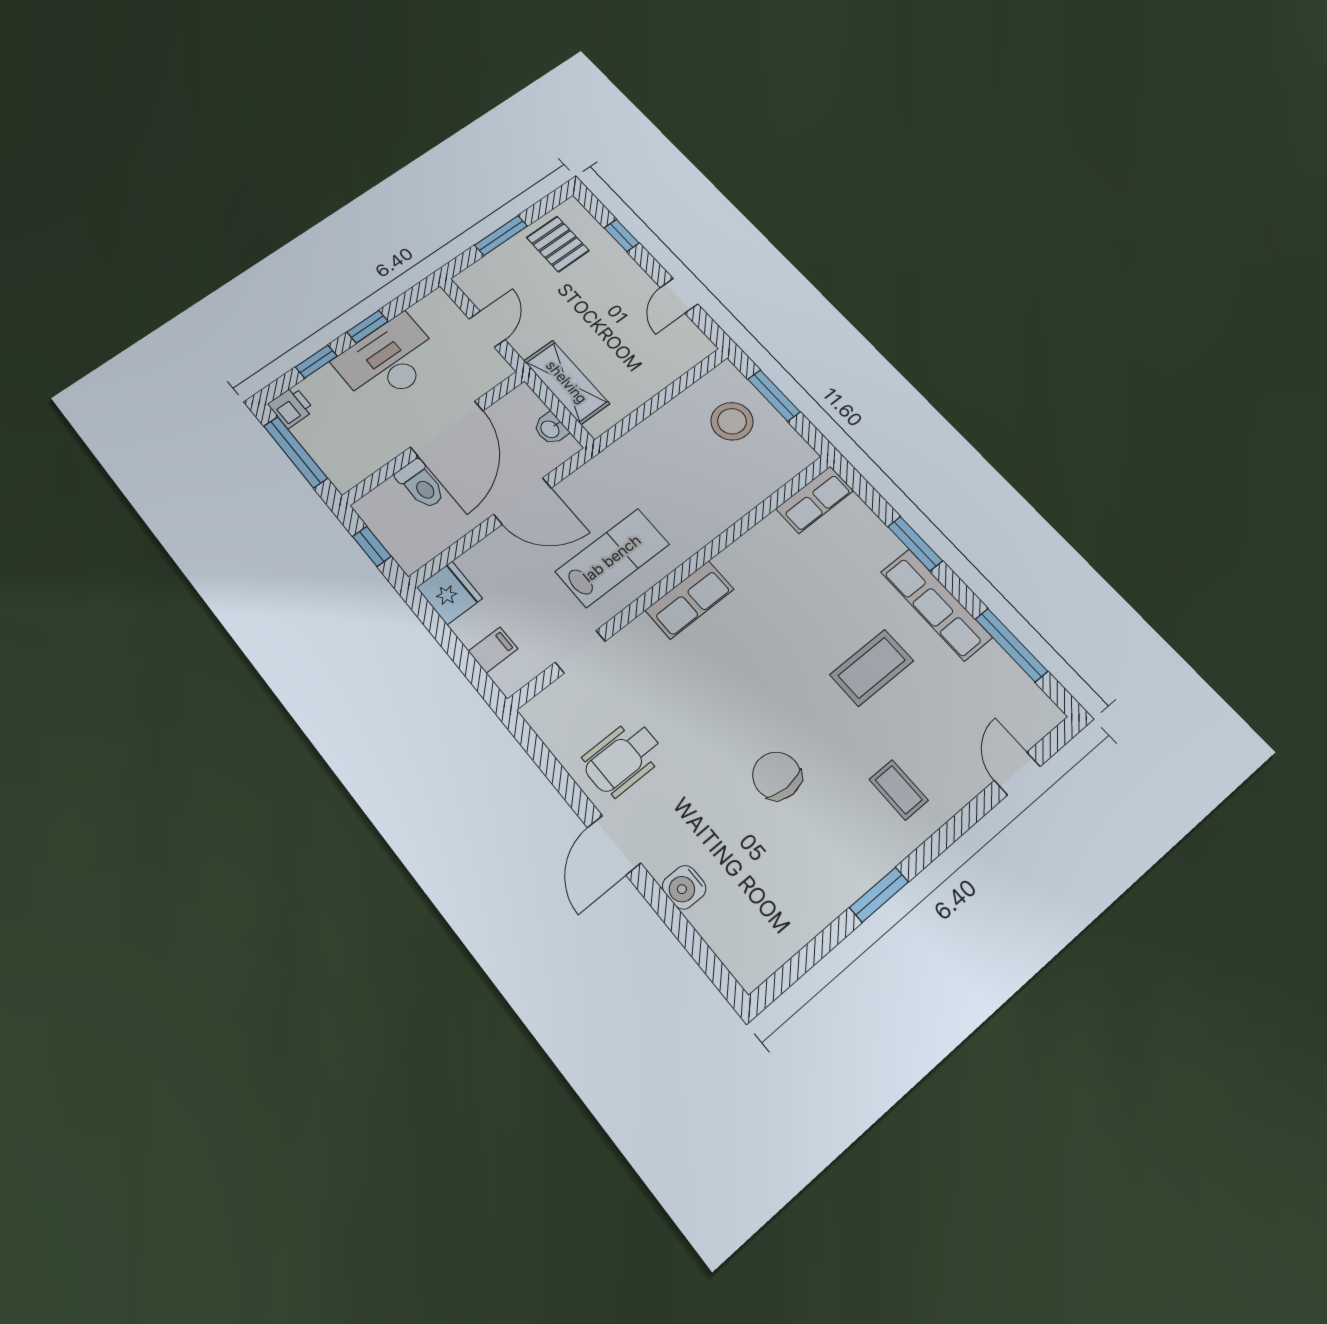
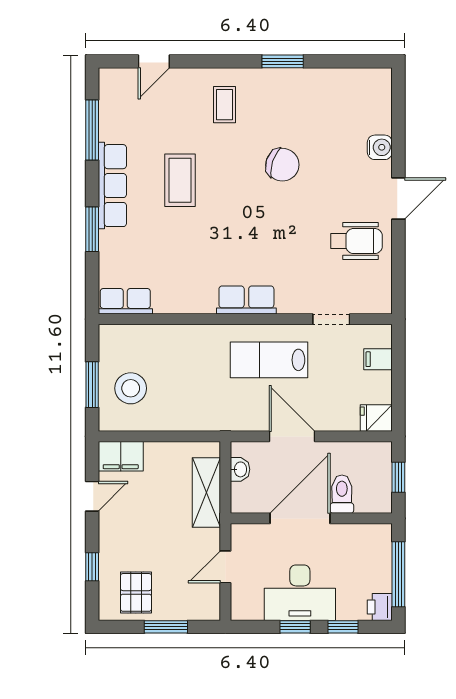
filing cabinet: (684, 352) -> (121, 456), added
fridge: (449, 593) -> (376, 418), width x0.72
coffee table: (872, 668) -> (180, 180), turned 90
chair: (777, 776) -> (282, 165), turned -72

